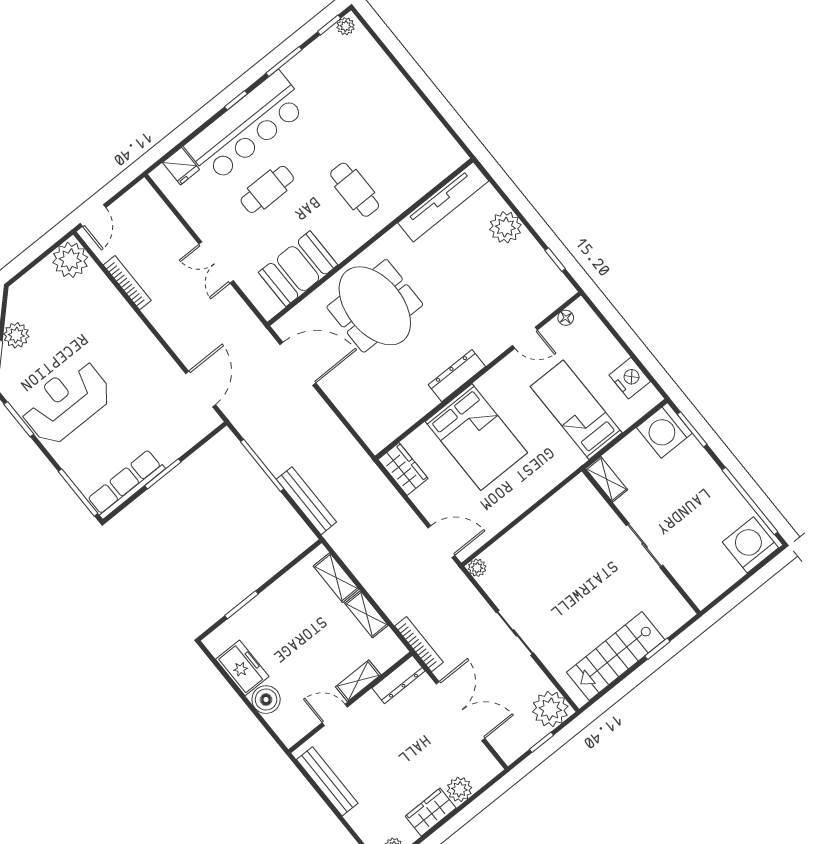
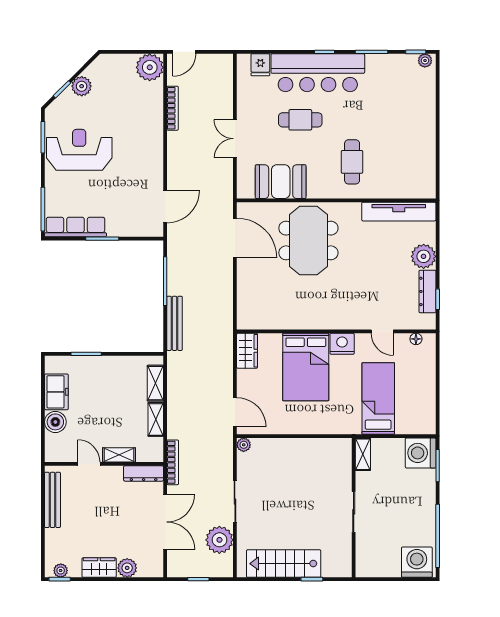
dresser: (457, 376) -> (427, 291), moved, turned -90
nightstand: (630, 378) -> (342, 344), moved, turned -90
plant: (550, 709) -> (219, 540), moved

